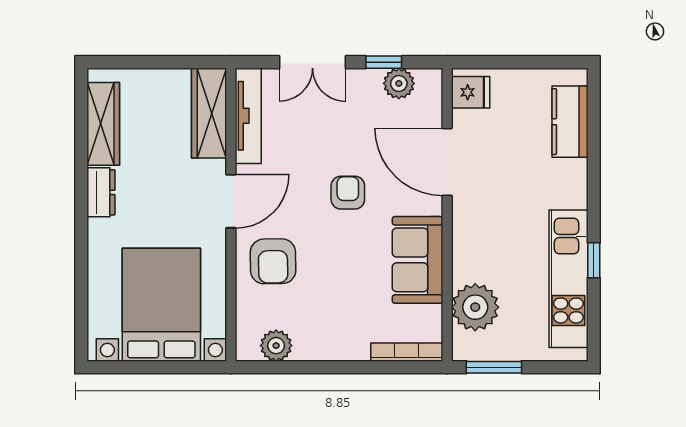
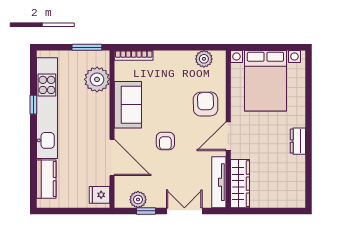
wardrobe: (103, 124) -> (297, 178), removed
kitchen unit: (568, 279) -> (47, 108), width x1.36

